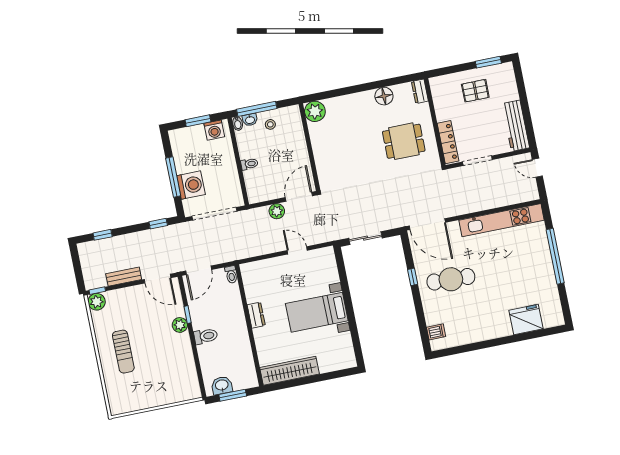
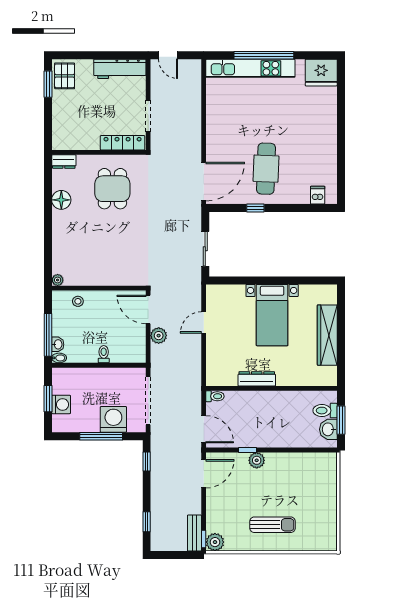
pallet: (475, 91) -> (65, 76), moved
plant: (315, 111) -> (58, 280), width x0.53, depth x0.53
stool: (270, 124) -> (78, 301), moved
washing machine: (214, 130) -> (61, 404), moved
door: (537, 168) -> (168, 55), hinge flipped
kitchen unit: (502, 220) -> (250, 68), moved, turned 90
bench: (124, 277) -> (194, 533), moved
dresser: (256, 315) -> (257, 379), width x1.44
fridge: (526, 320) -> (321, 73), moved, turned -90
toilet: (206, 336) -> (325, 411), moved, turned -90
wardrobe: (289, 371) -> (327, 335), moved

